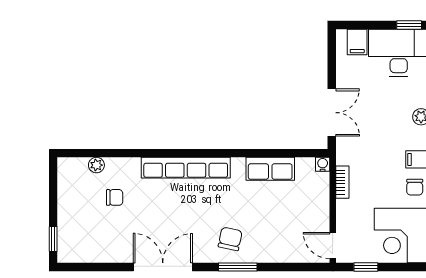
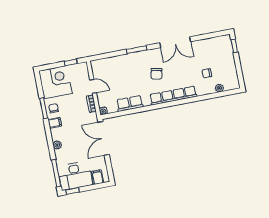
double door: (332, 113) -> (104, 138), width x1.37
chair: (230, 239) -> (156, 74), moved
door: (333, 245) -> (93, 86), moved

